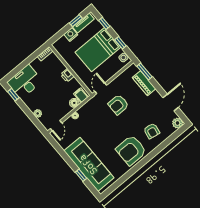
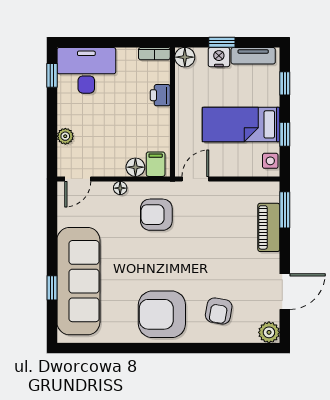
window: (76, 21) -> (222, 42), moved
floor lamp: (58, 45) -> (185, 57), added
bed: (98, 50) -> (241, 124), width x0.67
printer: (67, 75) -> (160, 95), moved
armchair: (118, 105) -> (156, 215), moved

